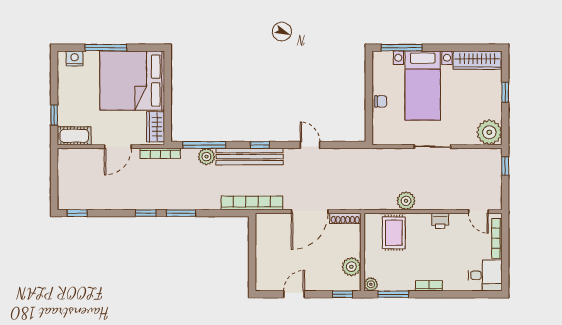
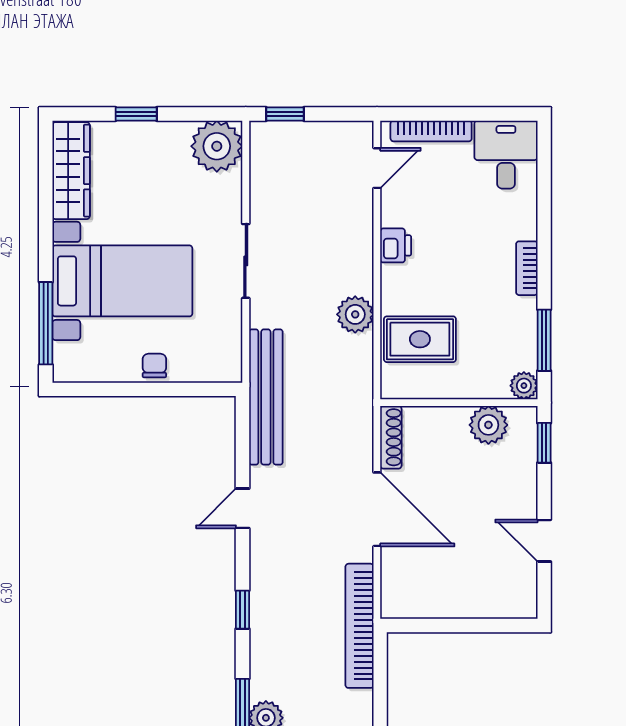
bench: (250, 157) -> (266, 397), moved

